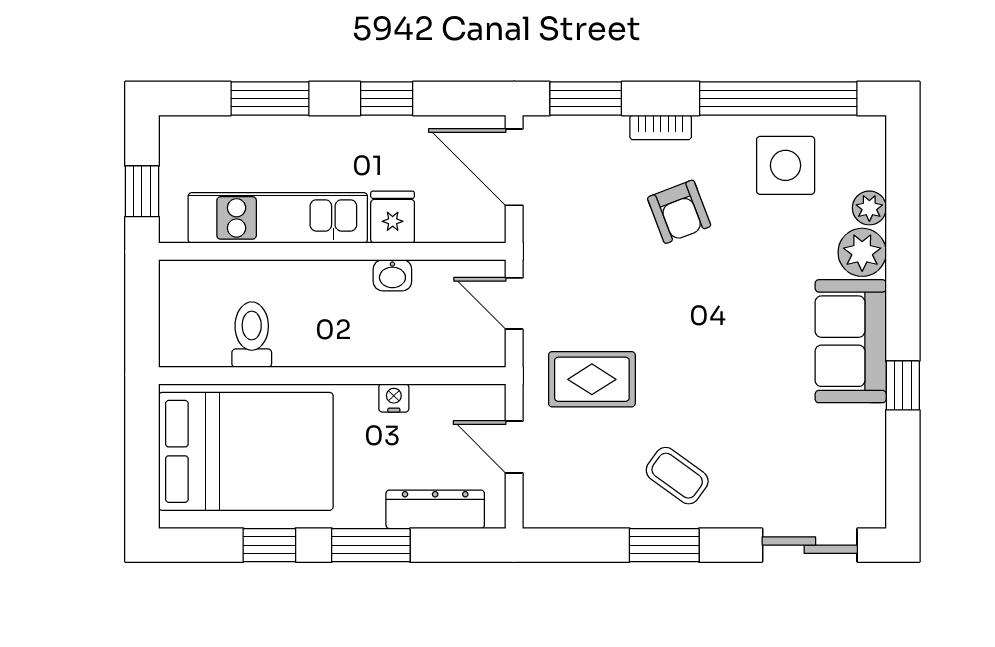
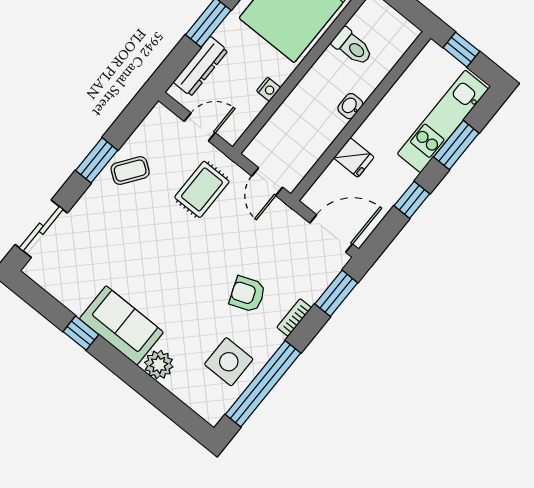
plant: (869, 208) -> (177, 385), removed
kitchen unit: (278, 218) -> (443, 121), moved, turned 180
washbasin: (392, 275) -> (350, 106), moved
door: (514, 303) -> (267, 182), swing flipped
coffee table: (677, 476) -> (130, 171), moved

